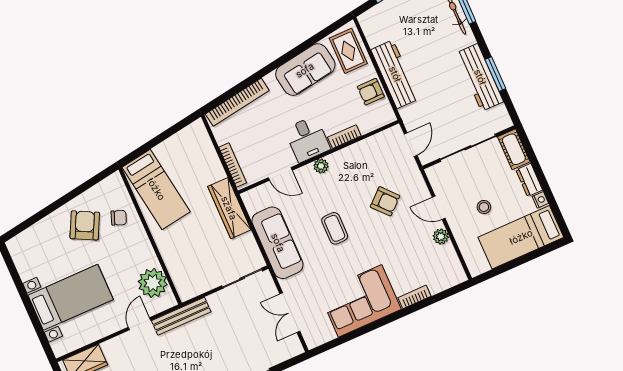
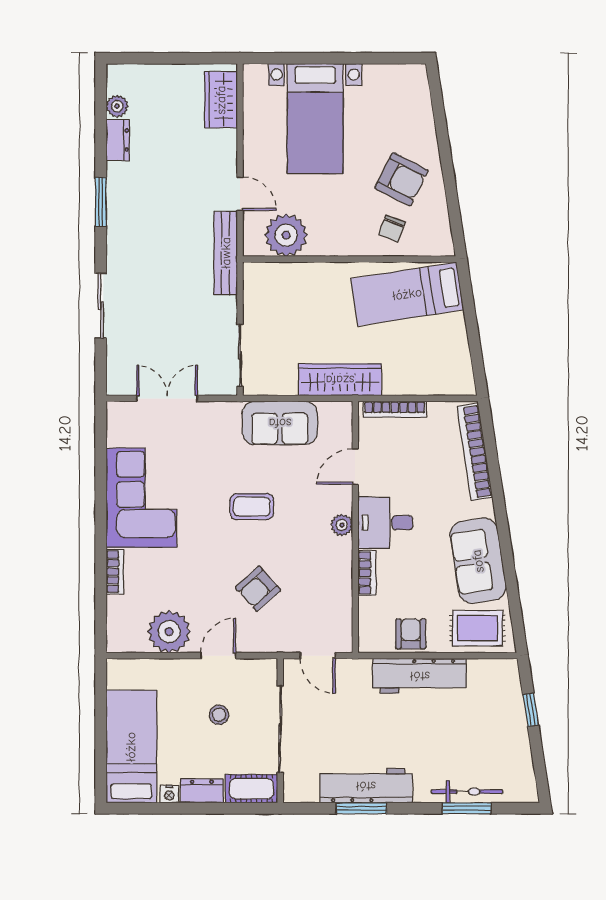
stool: (484, 207) -> (219, 715), moved
plant: (441, 237) -> (169, 632), width x1.87, depth x1.87
sofa: (278, 243) -> (280, 423), width x0.73

